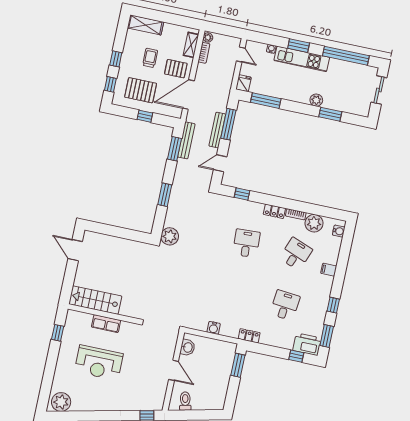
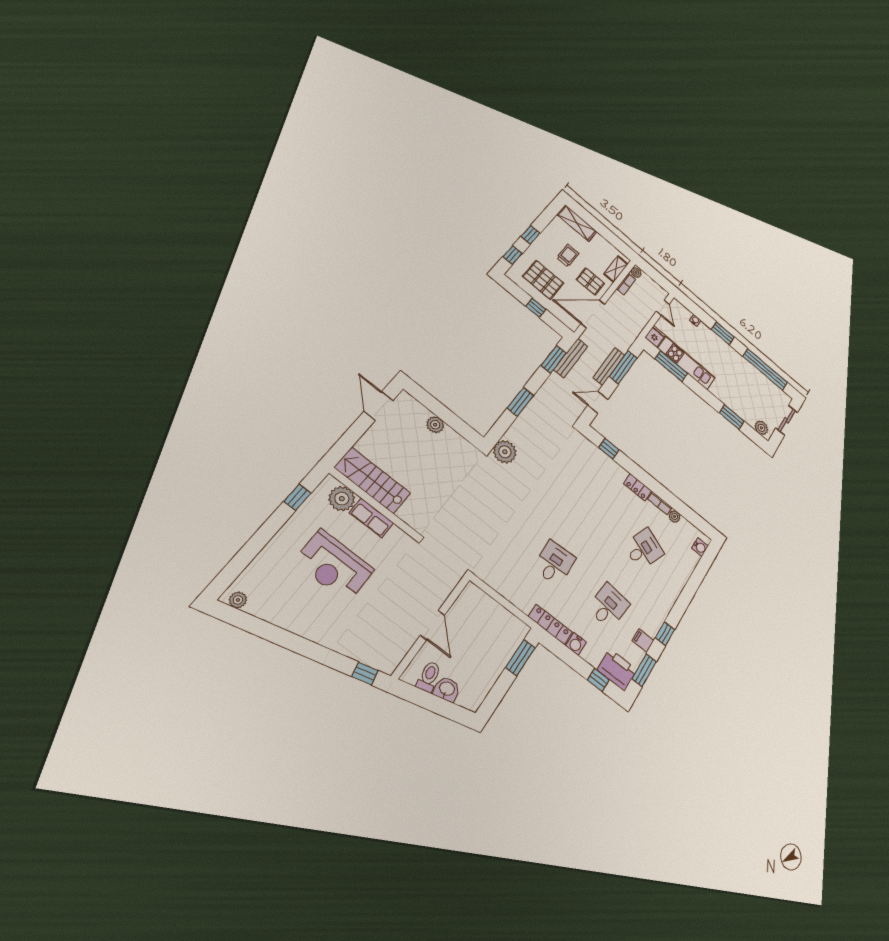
kitchen unit: (302, 59) -> (686, 363), moved, turned 180
plant: (316, 100) -> (761, 428), moved
plant: (314, 223) -> (675, 516), width x0.53, depth x0.53
plant: (116, 243) -> (435, 425), added
desk: (246, 243) -> (554, 563), moved
filing cabinet: (329, 270) -> (643, 641), moved
plant: (83, 321) -> (342, 499), added
water cooler: (214, 328) -> (576, 644), moved
locker: (249, 336) -> (550, 624), width x1.53
washbasin: (188, 347) -> (447, 689), moved, turned -103
plant: (61, 402) -> (238, 600), width x0.53, depth x0.53

